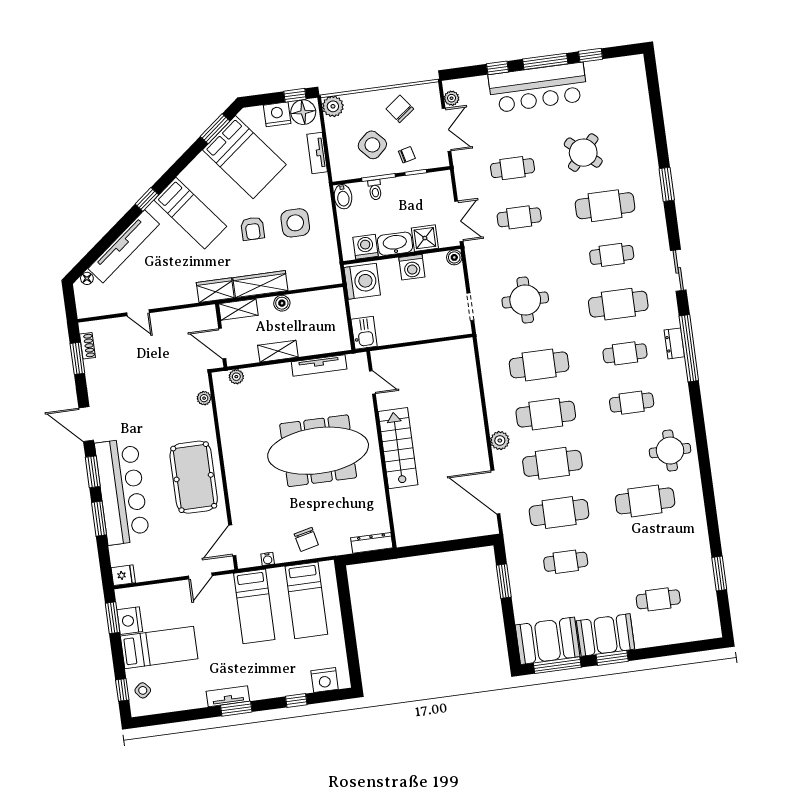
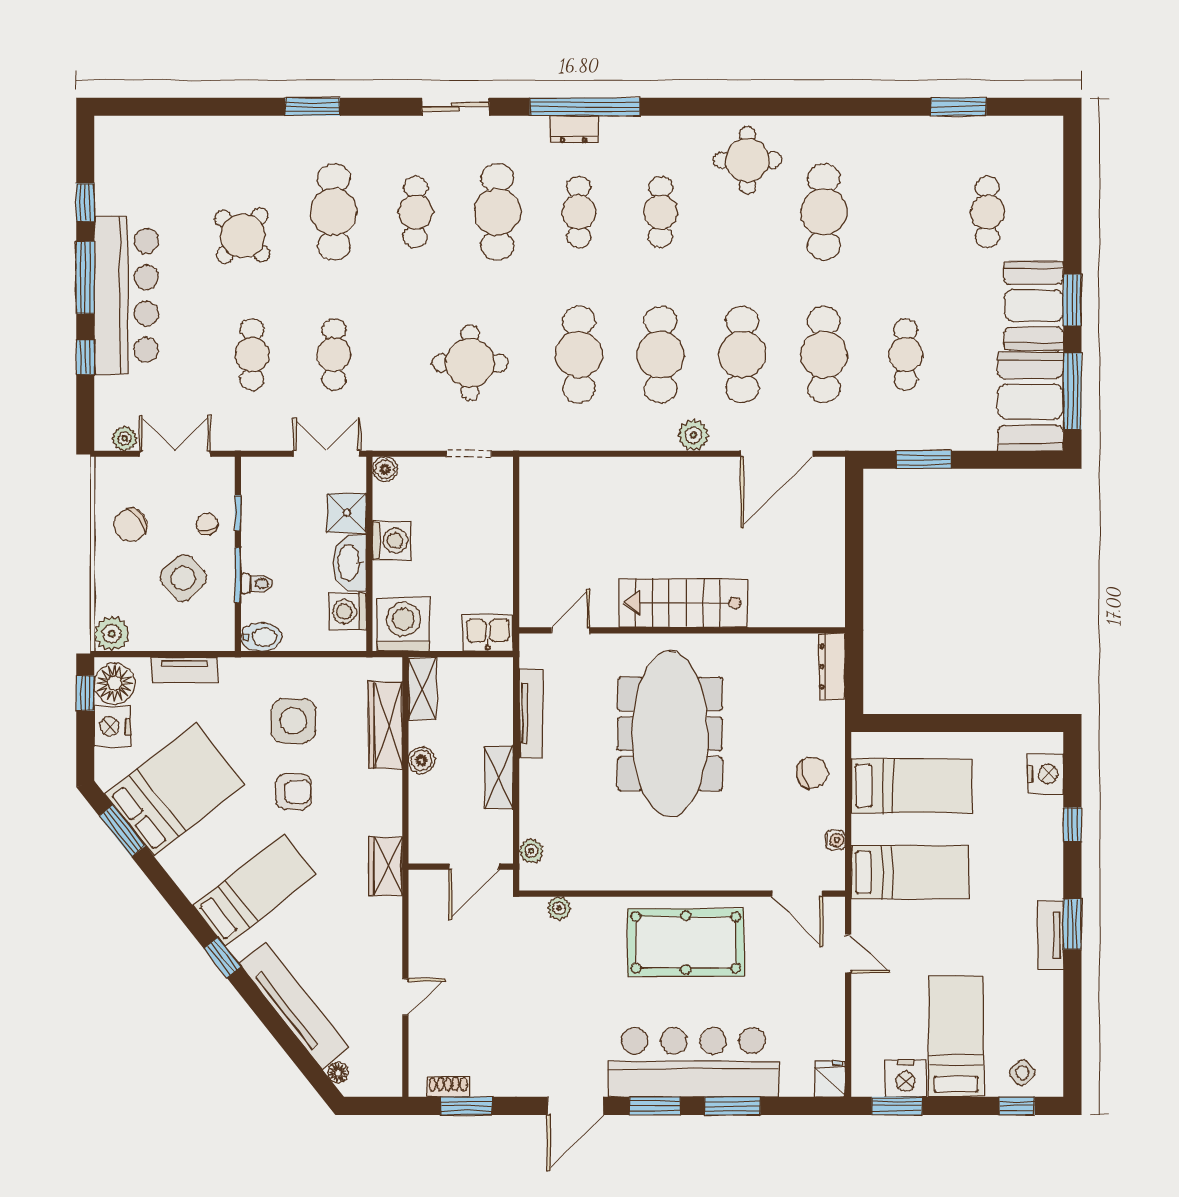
wardrobe: (260, 284) -> (386, 725), moved
shelving: (238, 310) -> (422, 689), moved

